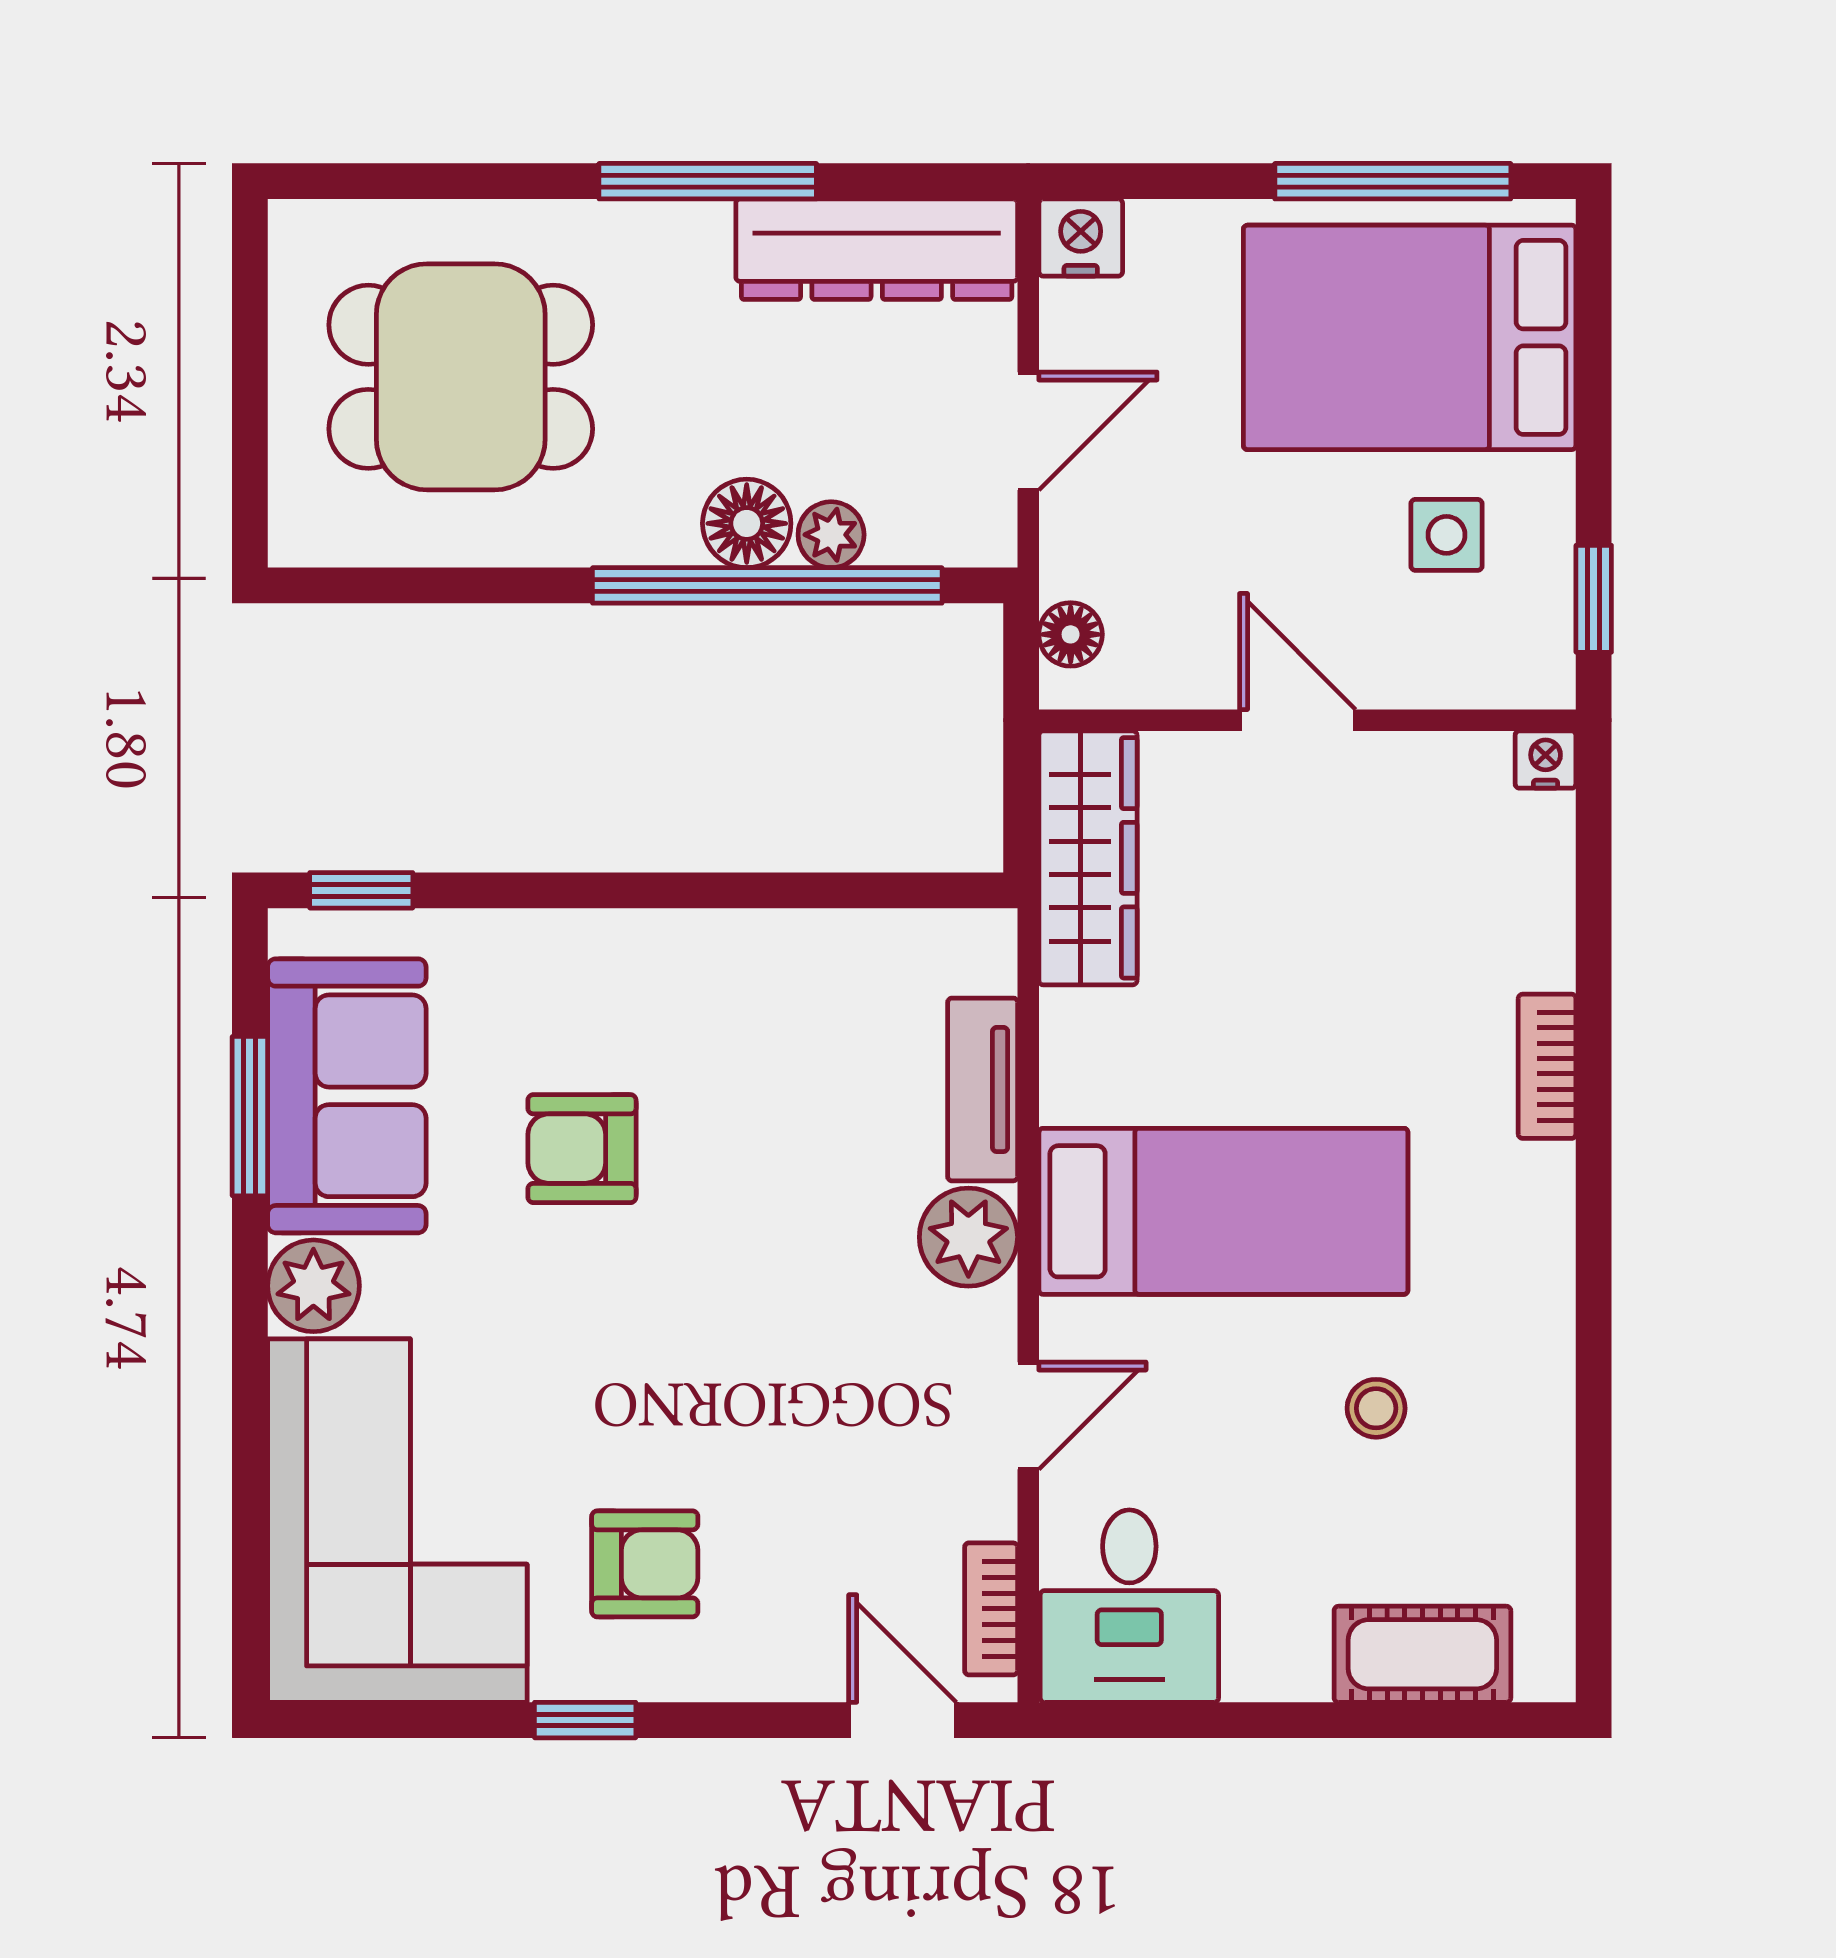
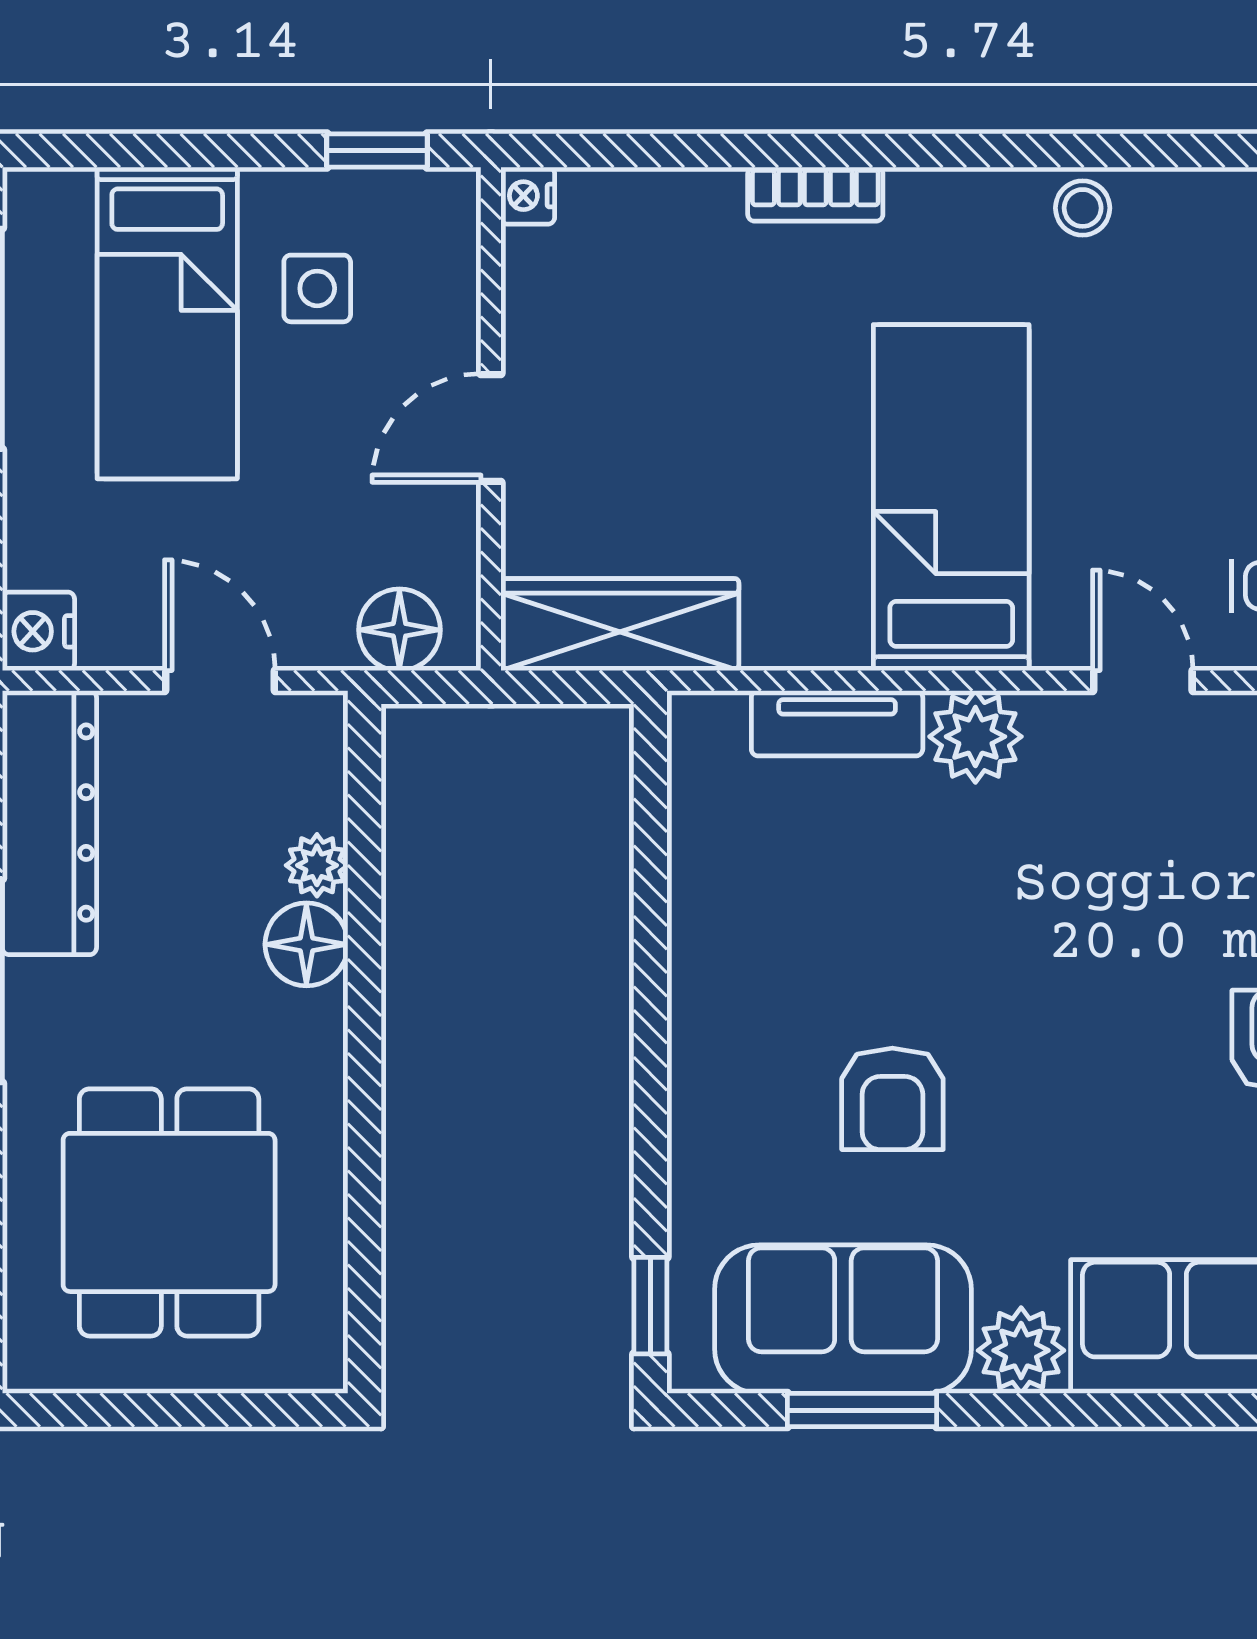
bed: (1410, 337) -> (167, 323), width x0.67
window: (767, 585) -> (365, 925), removed
floor lamp: (1071, 634) -> (399, 630), width x1.37, depth x1.37
stool: (1376, 1408) -> (1083, 208), moved

